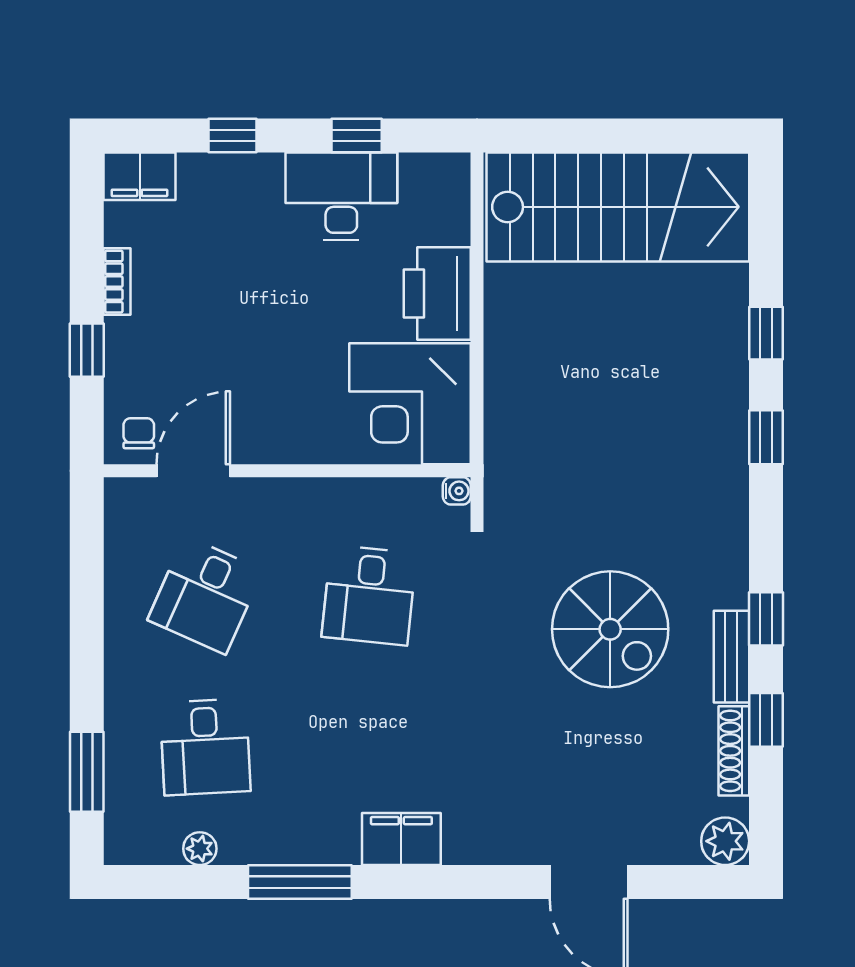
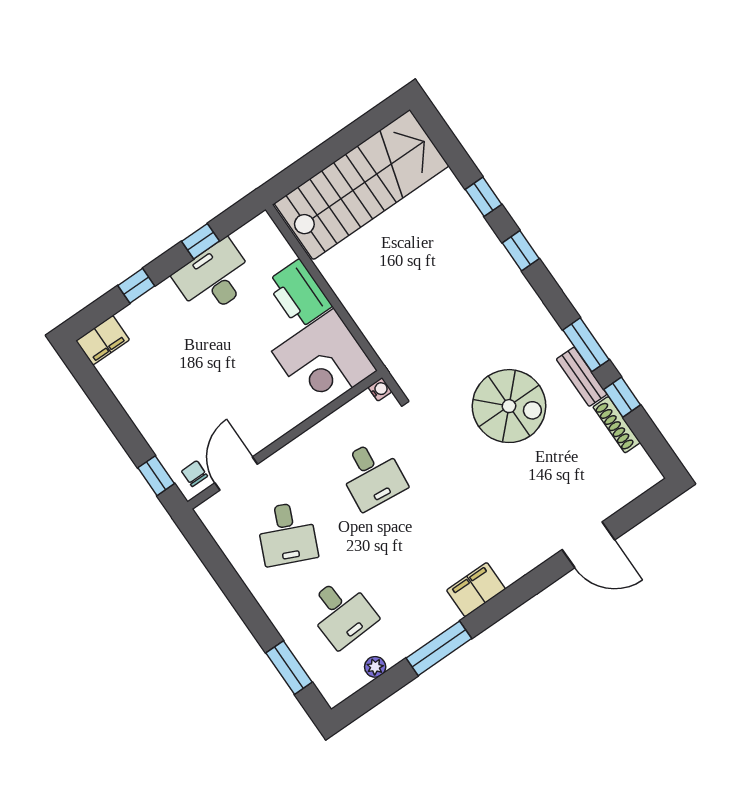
bookcase: (117, 282) -> (129, 403), removed
window: (87, 350) -> (156, 476), moved
window: (766, 619) -> (586, 345), width x1.50
plant: (725, 841) -> (645, 475), removed

